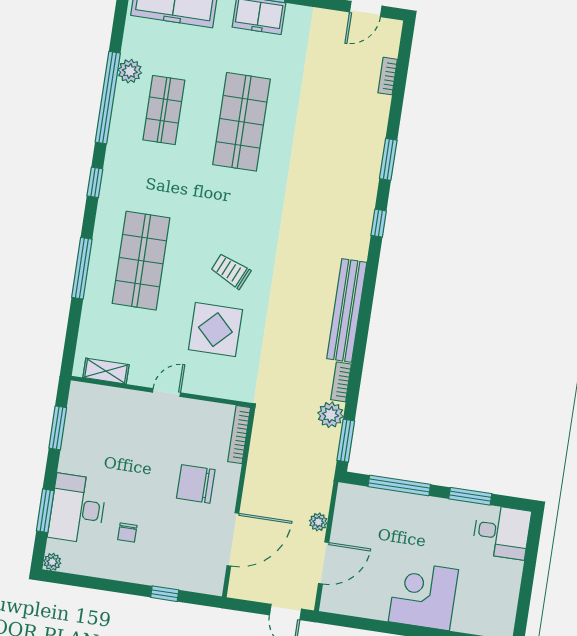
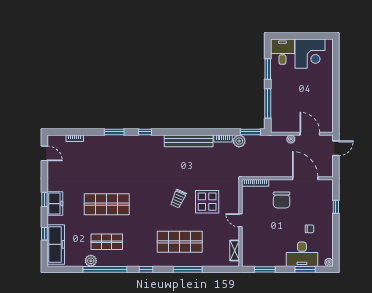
corner desk: (423, 596) -> (310, 54), moved, turned -90

